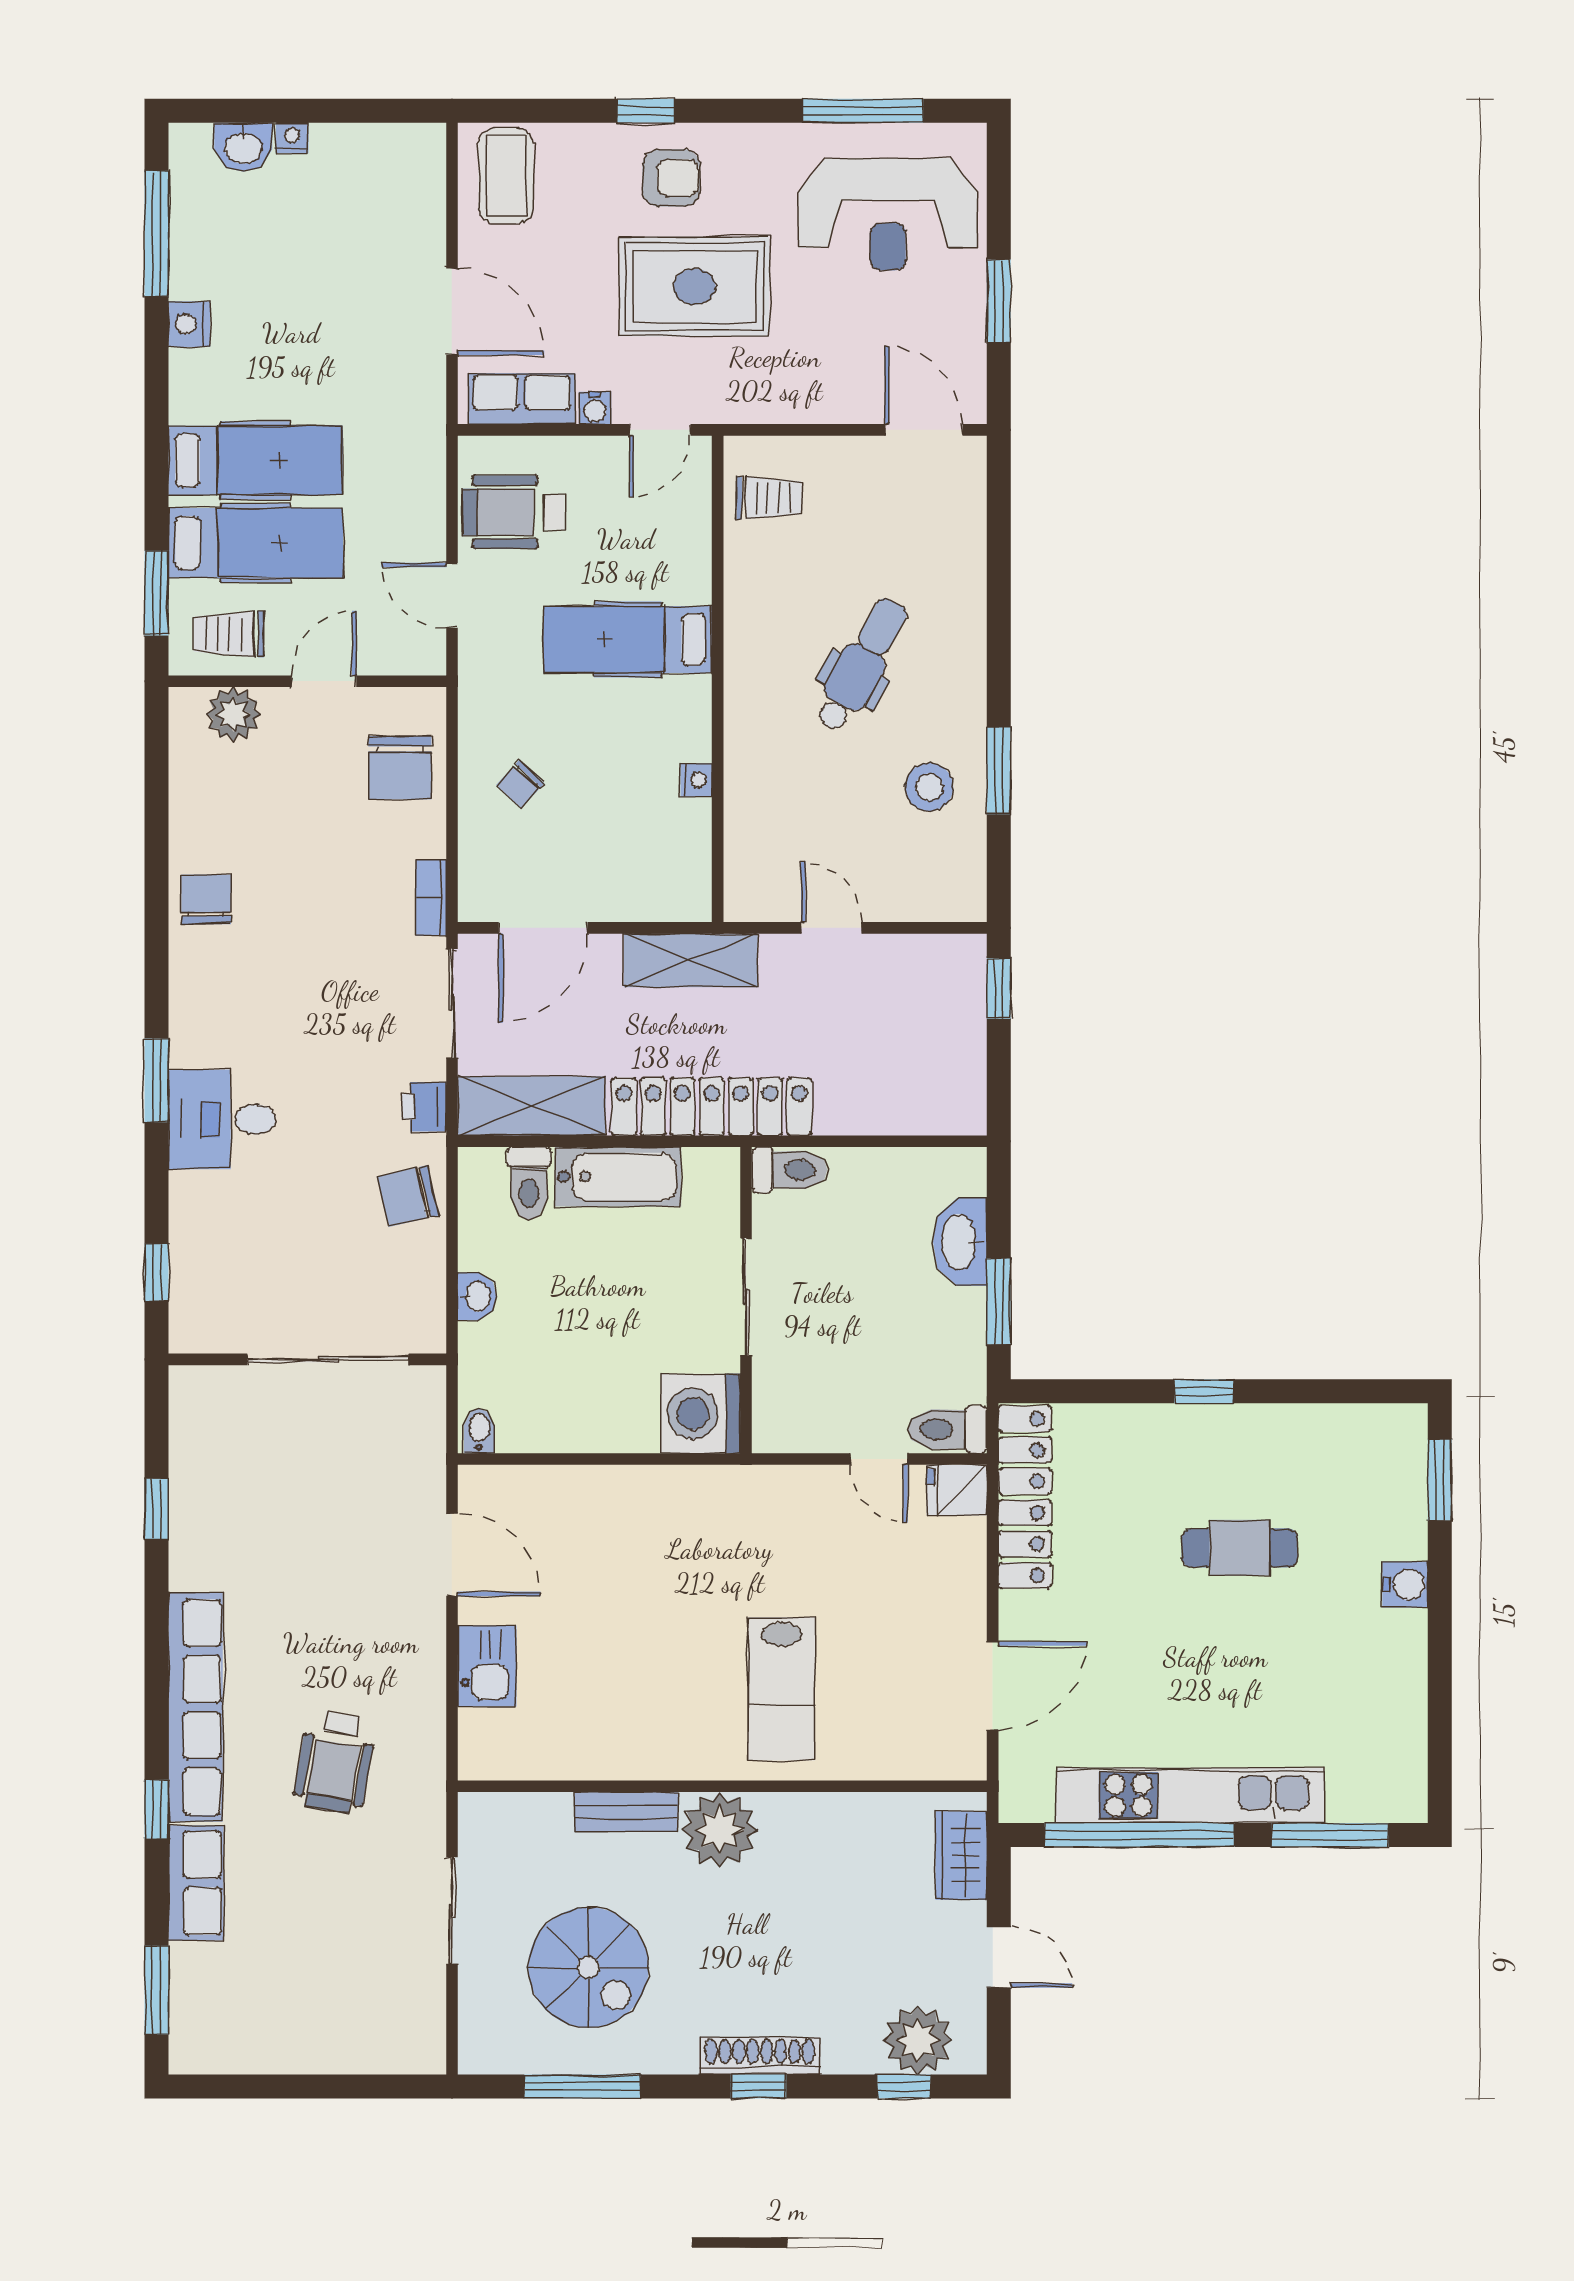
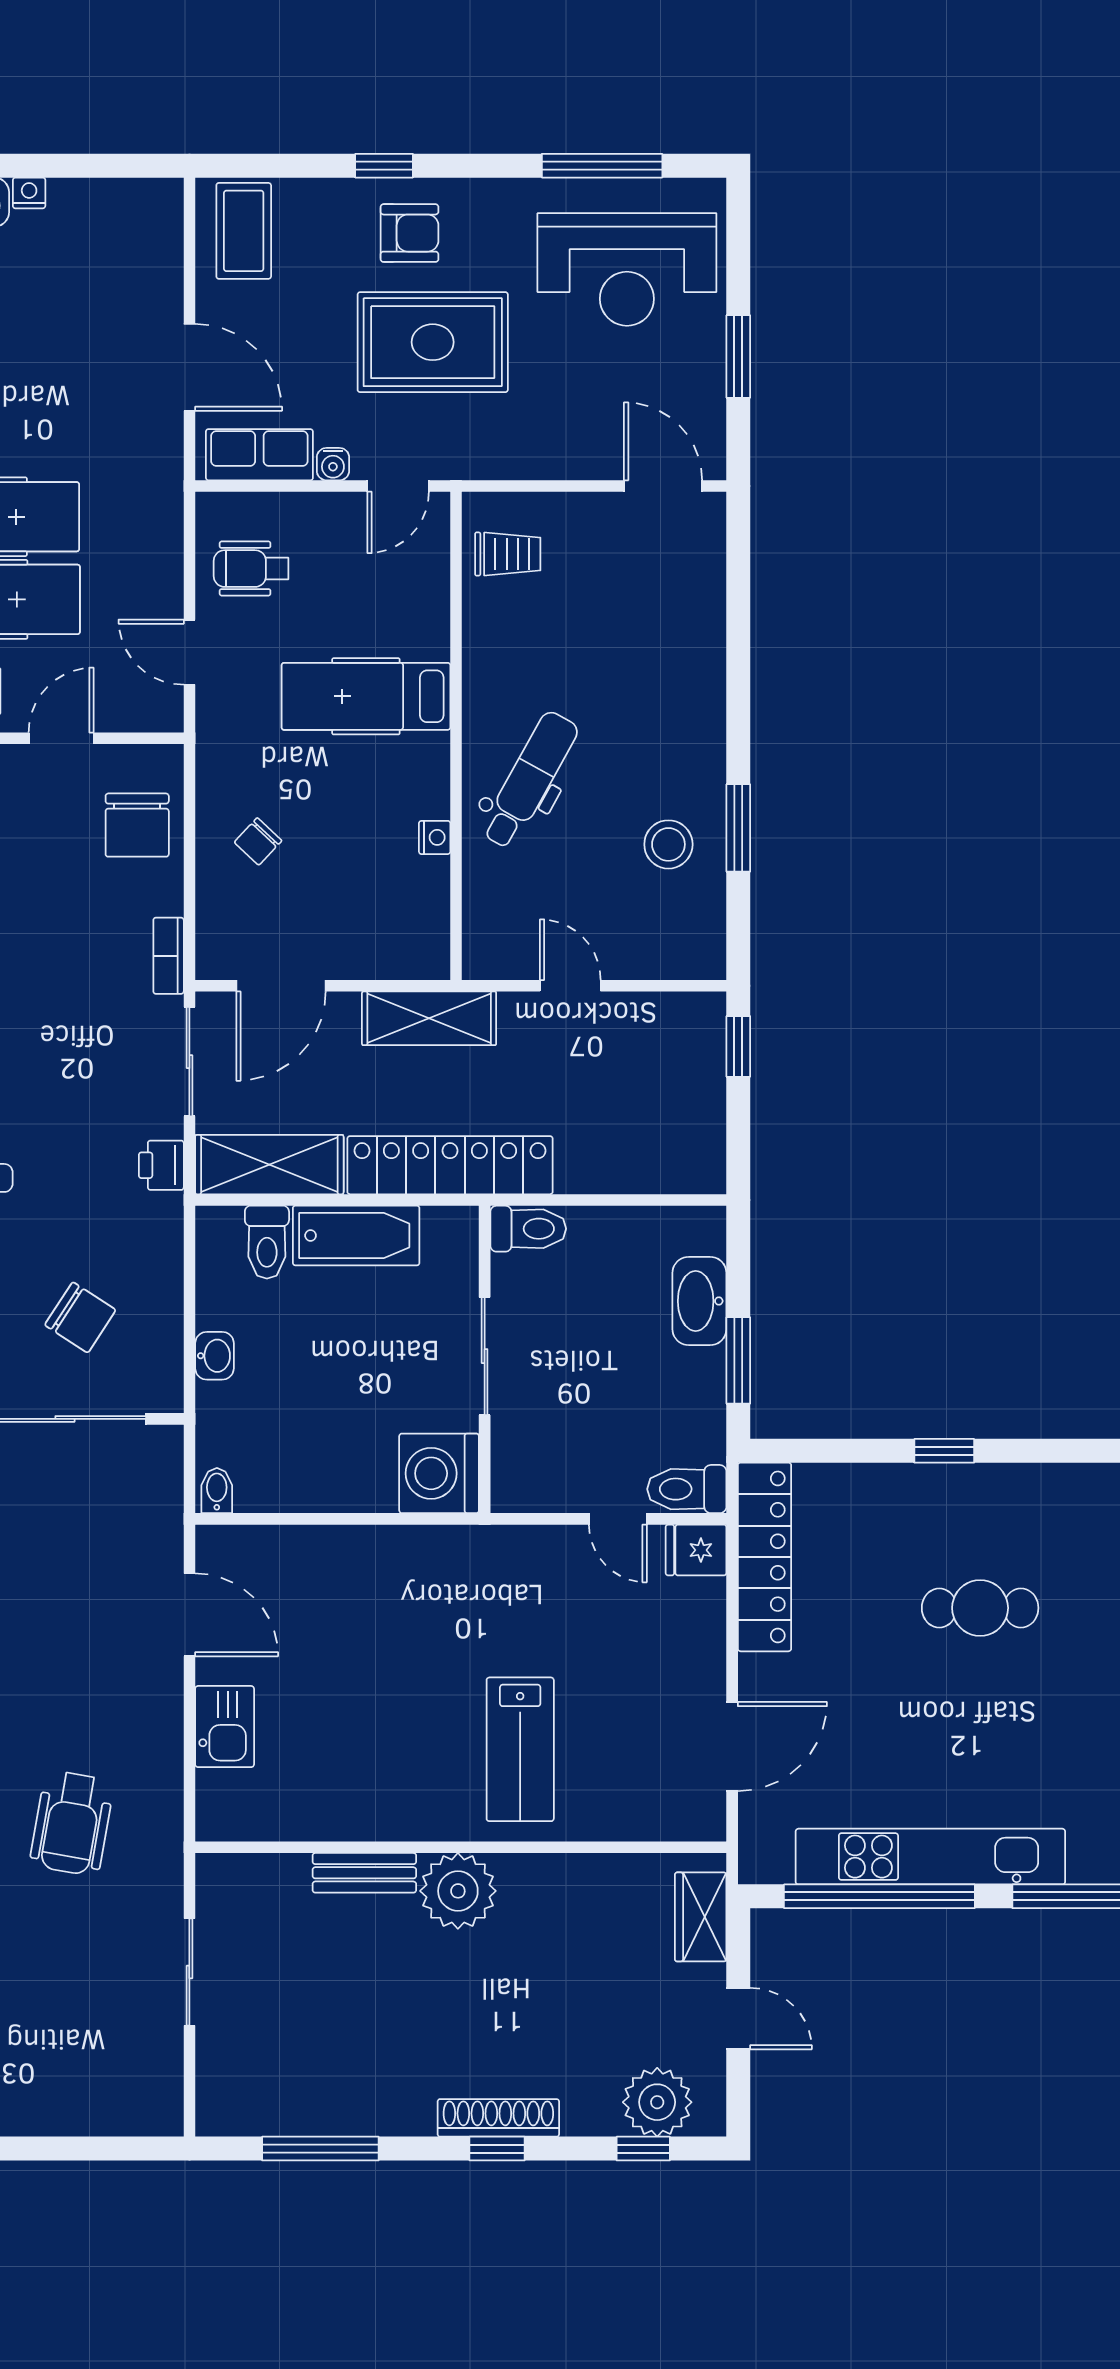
wheelchair: (513, 512) -> (251, 569), width x0.73, depth x0.73
dental chair: (861, 665) -> (530, 780), moved
chair: (408, 1196) -> (80, 1317), moved, turned -134
spiral stairs: (588, 1967) -> (326, 2029), removed

